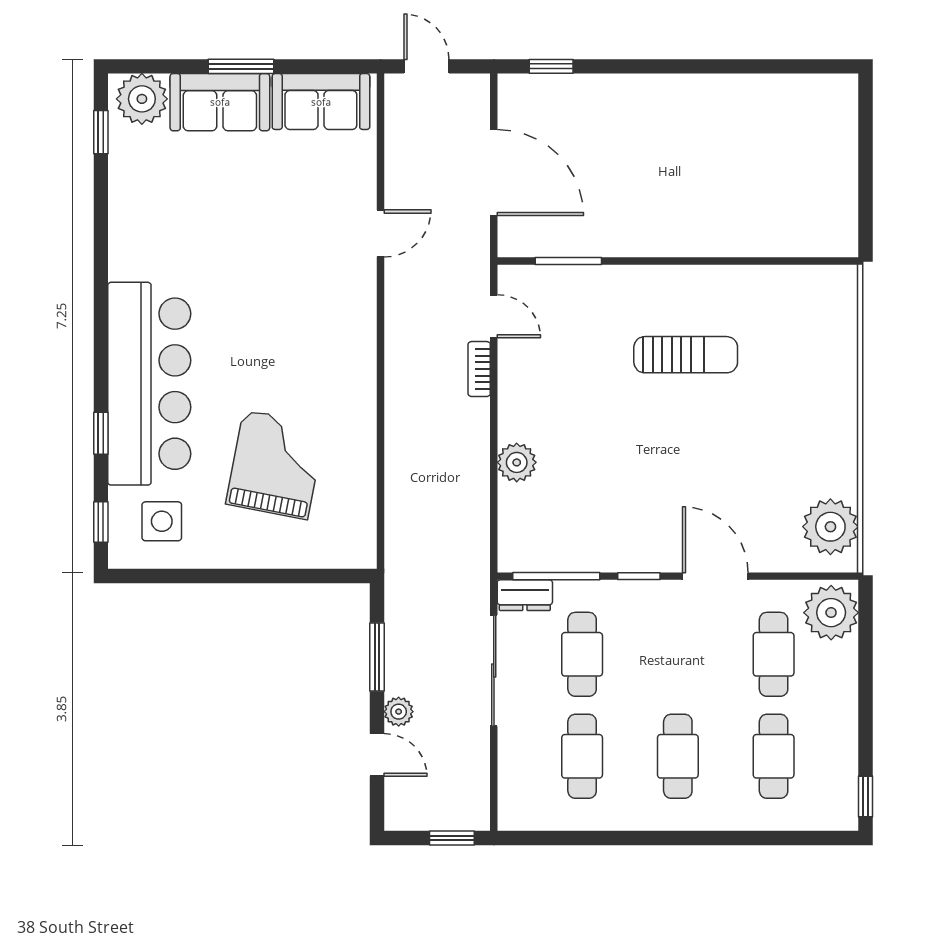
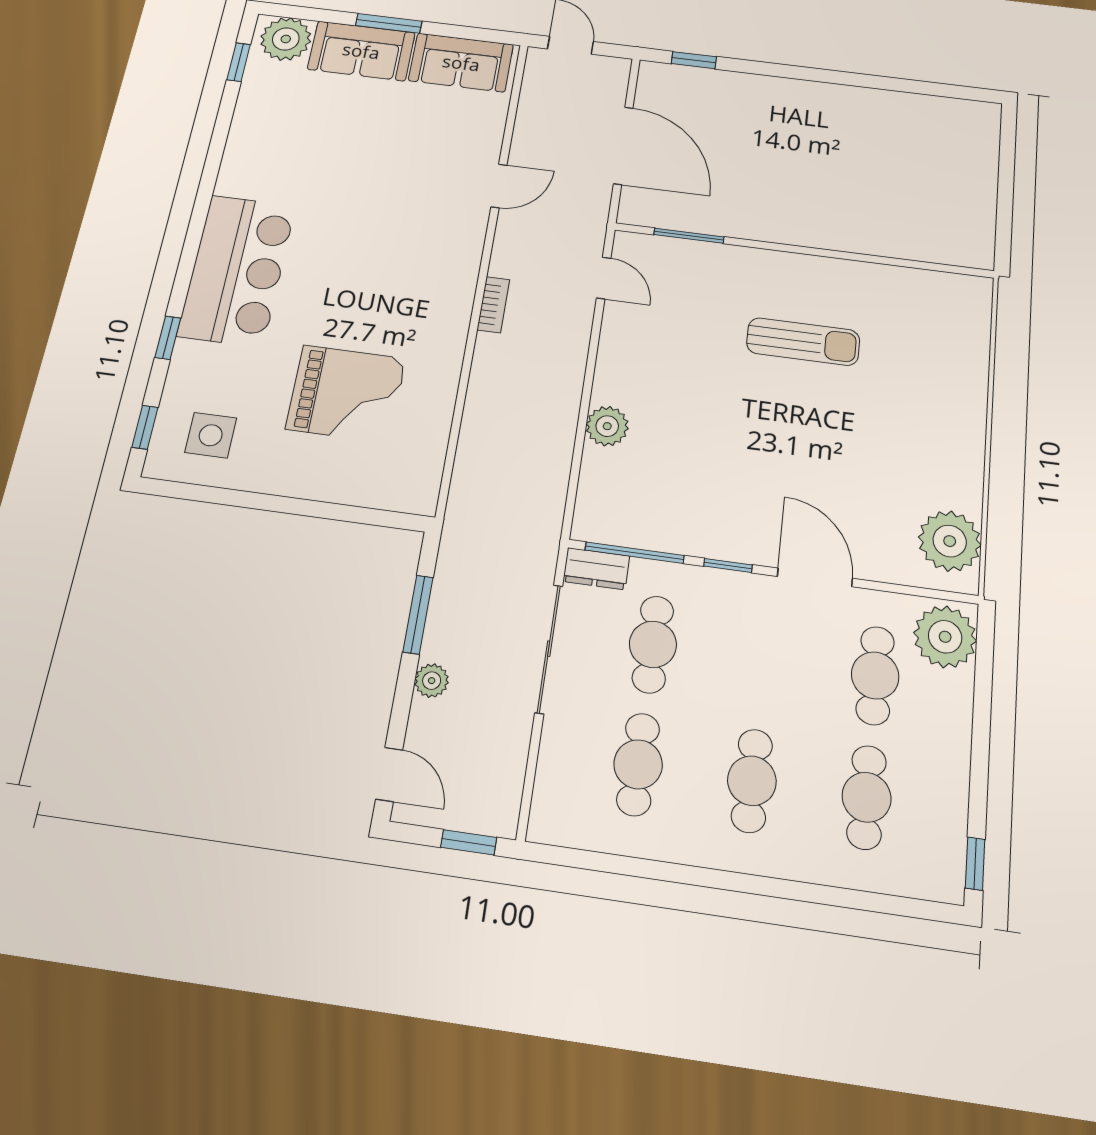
bookcase: (479, 369) -> (493, 305), moved, turned 180
bar counter: (149, 384) -> (237, 270), width x0.73
grand piano: (276, 465) -> (346, 394), turned 79
door: (377, 755) -> (389, 774), moved

